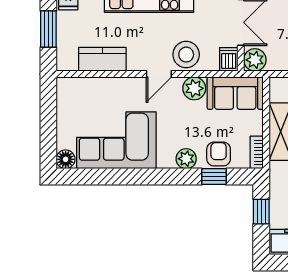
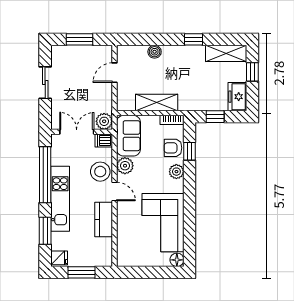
kitchen counter: (102, 59) -> (104, 219), moved

